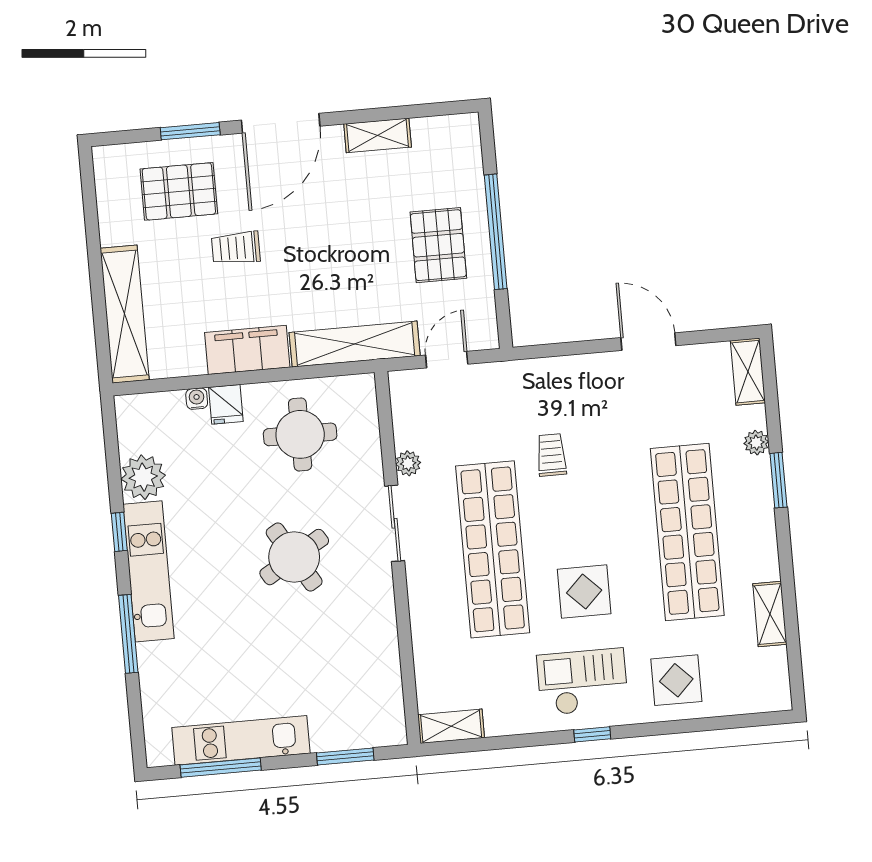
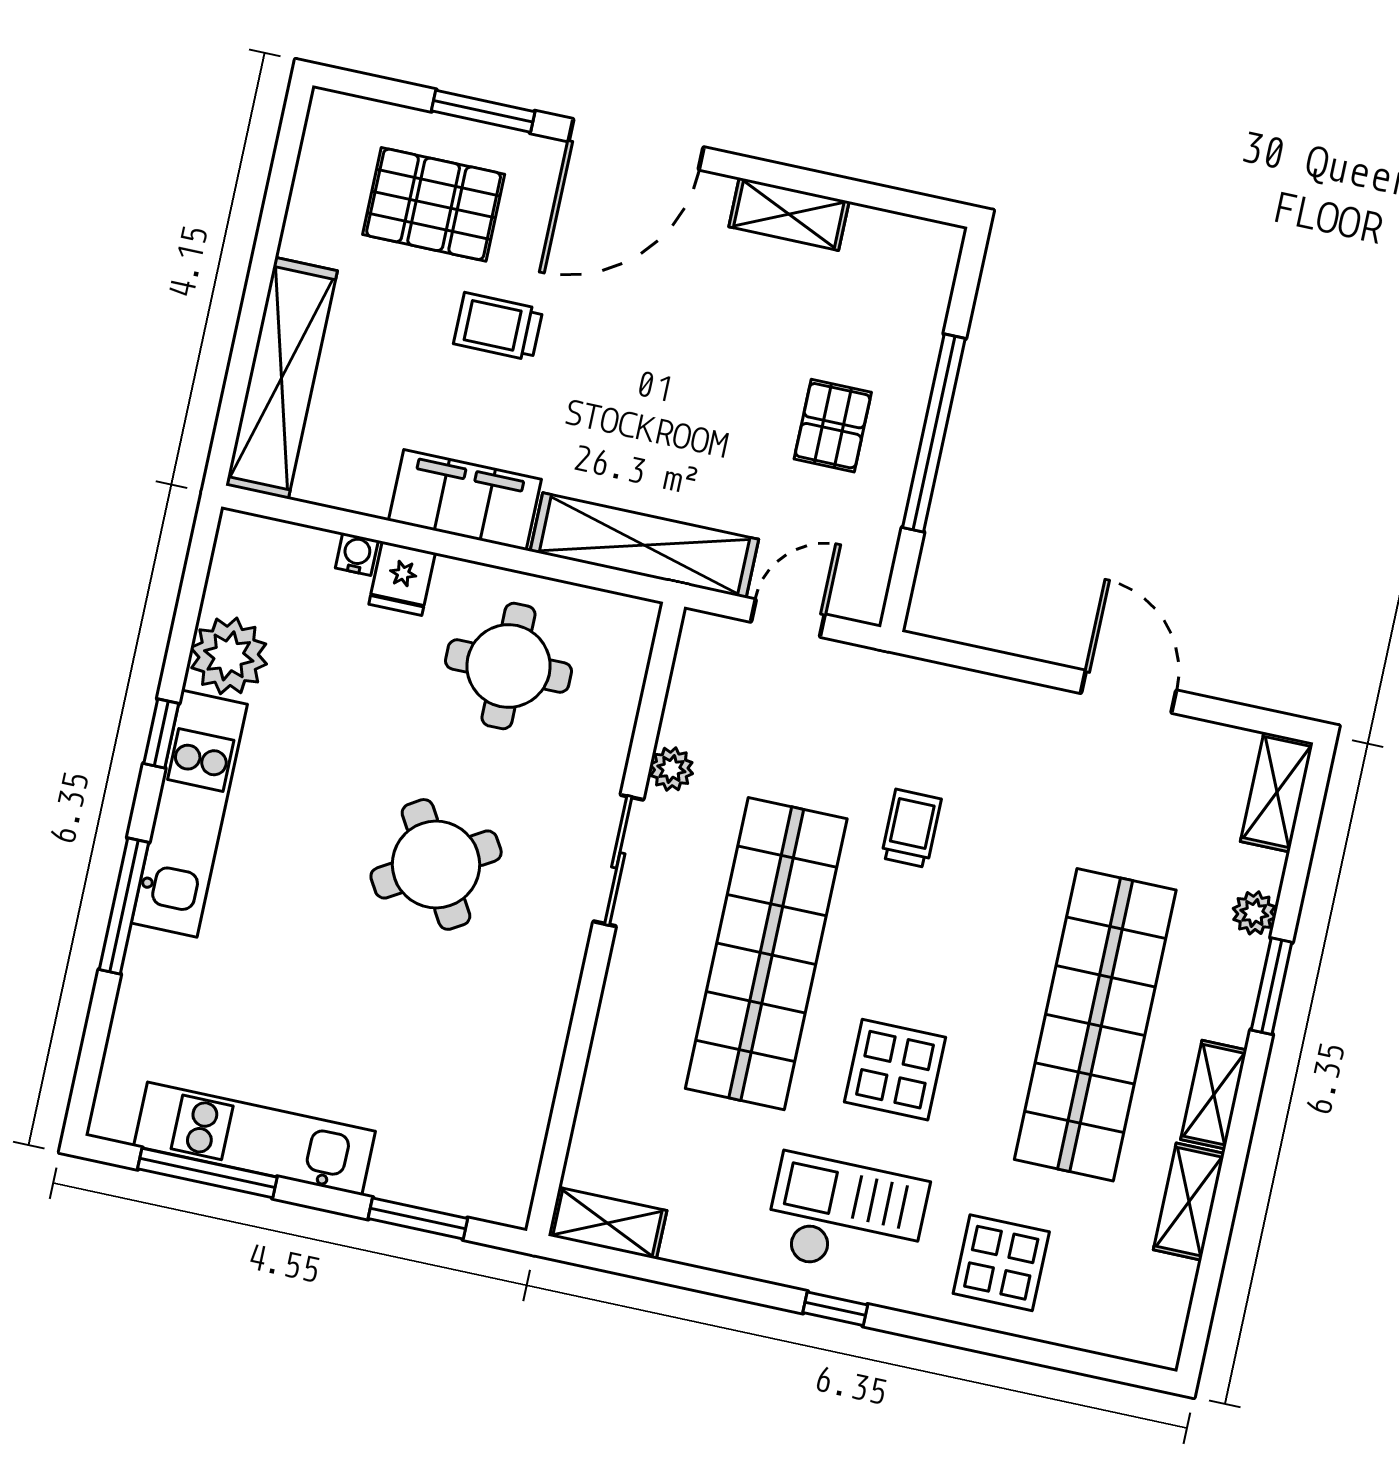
pallet: (438, 245) -> (833, 426), width x0.67, depth x0.71
shelving: (765, 550) -> (1214, 1095), added

